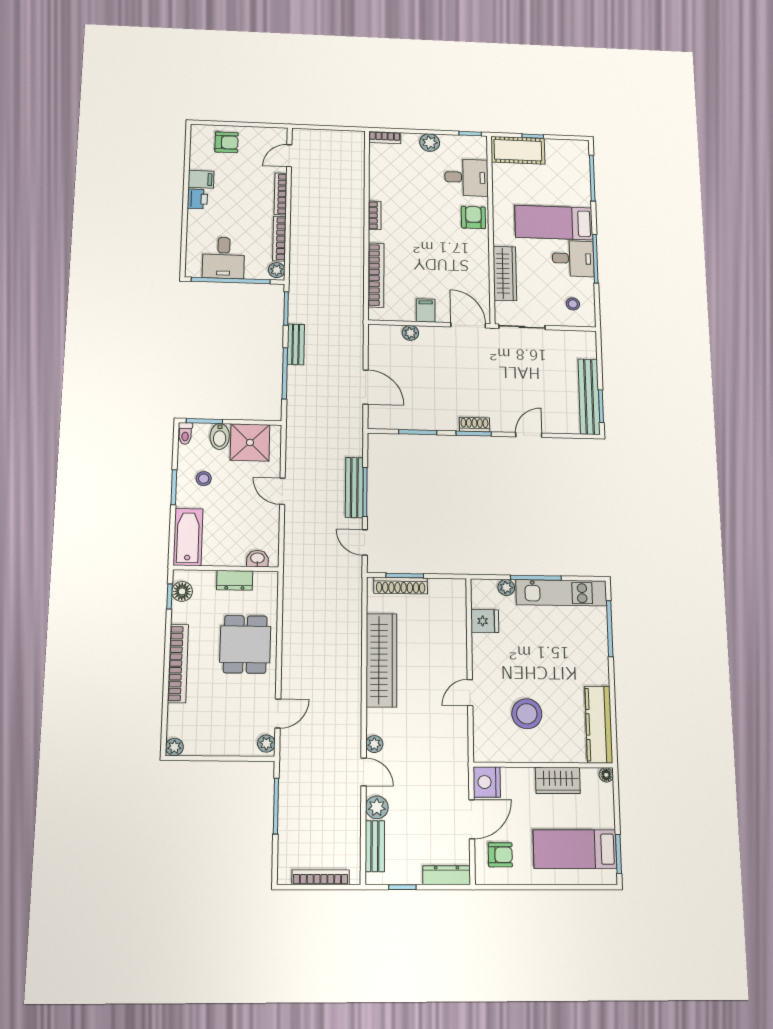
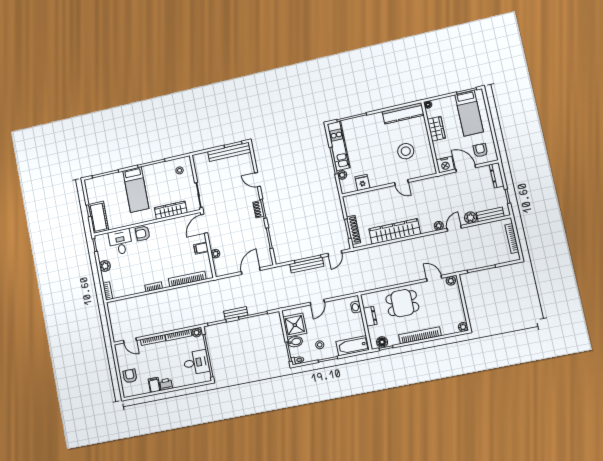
desk: (573, 259) -> (154, 175), removed

